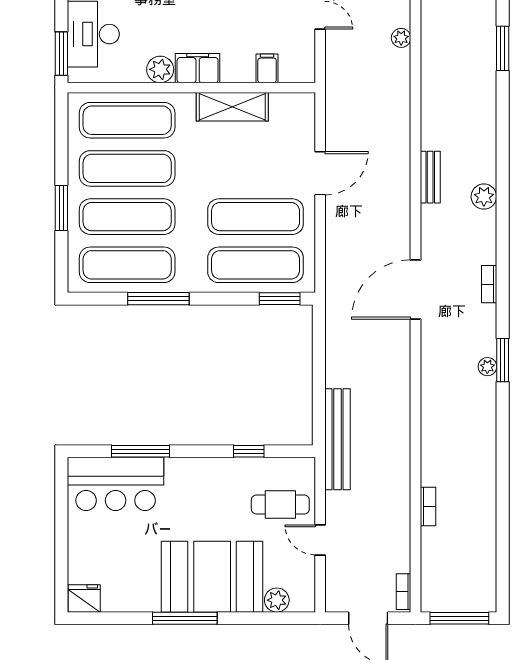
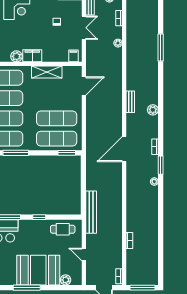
window: (503, 48) -> (161, 48), width x1.44
filing cabinet: (267, 68) -> (73, 56), moved
door: (320, 173) -> (84, 86), moved
window: (503, 360) -> (161, 165), moved
window: (249, 451) -> (39, 217), moved
cafe table: (280, 504) -> (63, 229), moved

